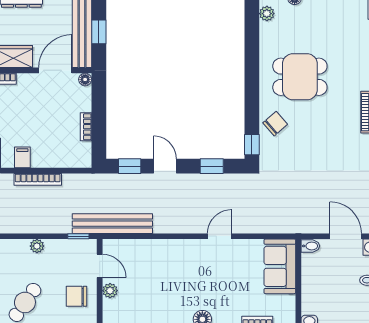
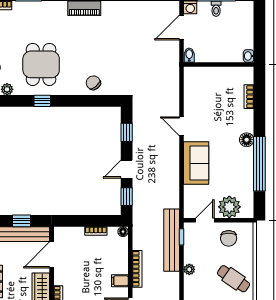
door: (55, 70) -> (52, 255), hinge flipped
dining table: (300, 77) -> (41, 64), moved
floor lamp: (85, 79) -> (123, 232), moved
window: (252, 145) -> (42, 101), moved
bench: (112, 224) -> (172, 240), moved
sofa: (280, 266) -> (196, 163), moved, turned -90
plant: (110, 291) -> (229, 207), width x1.88, depth x1.88

